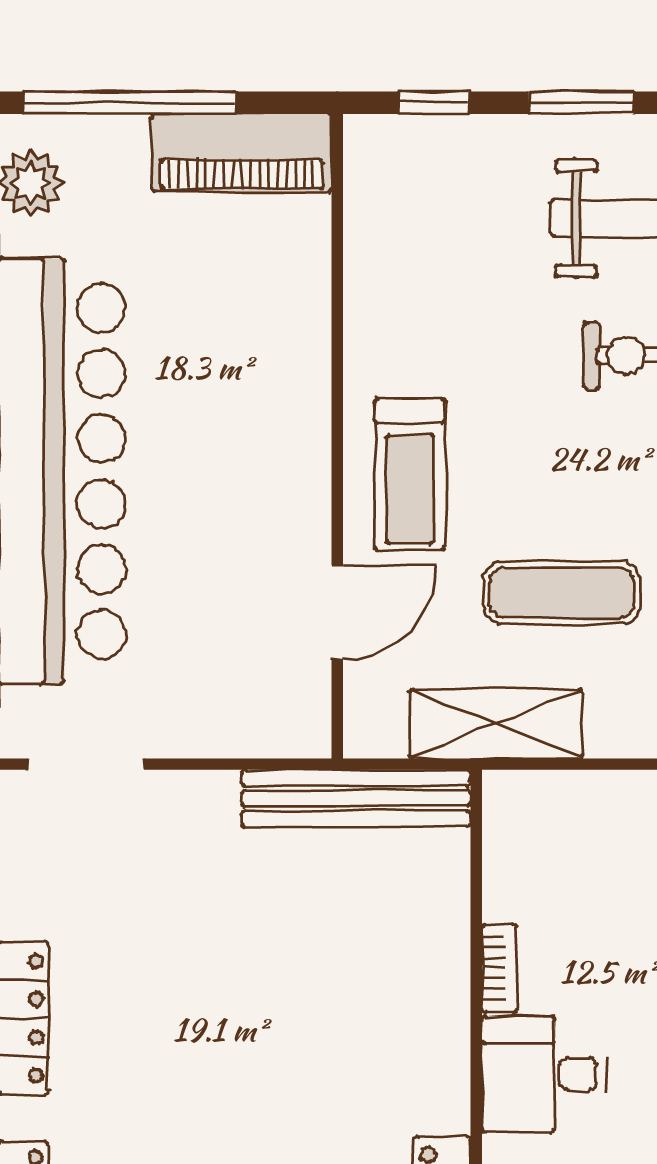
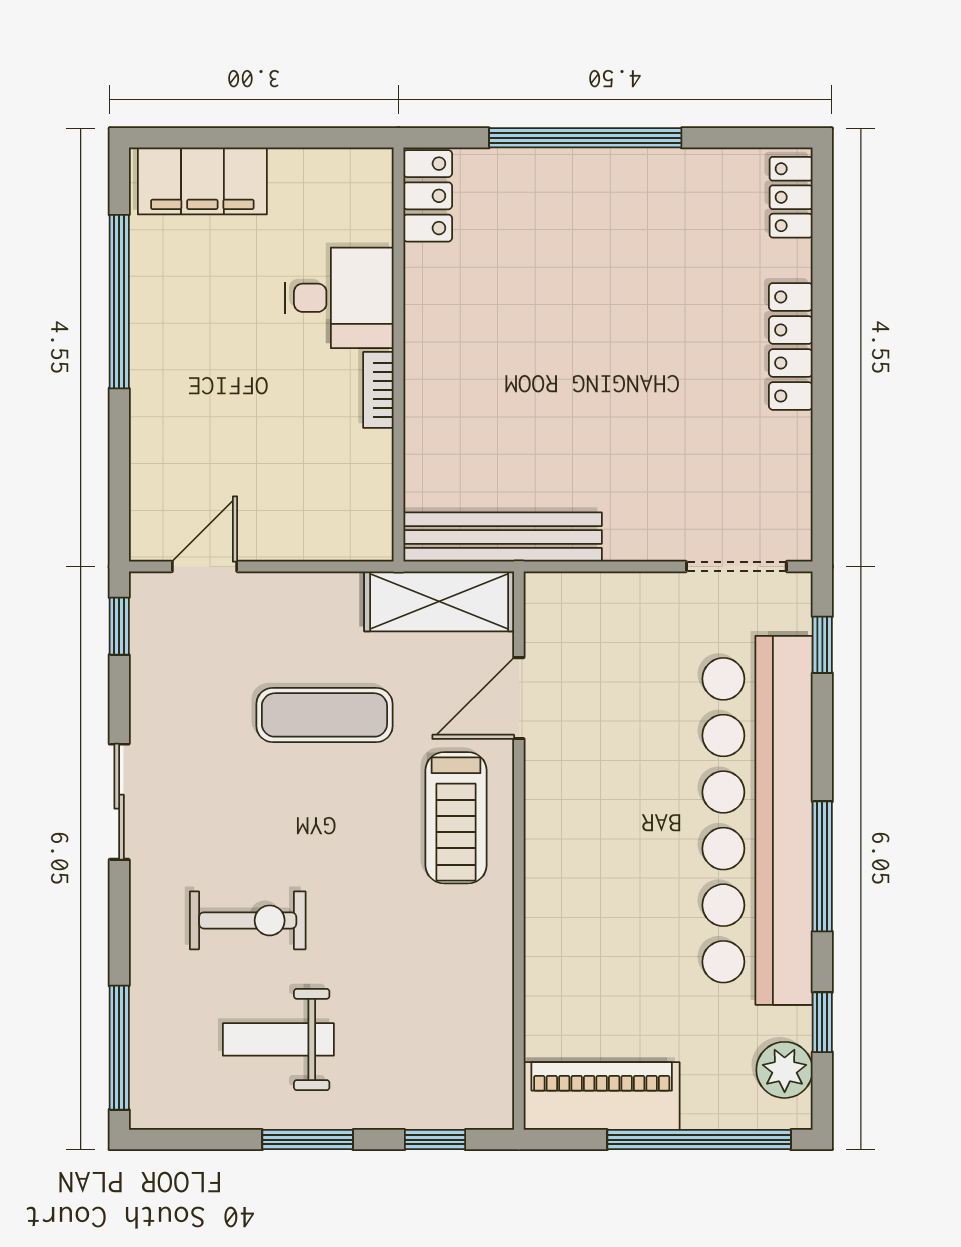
treadmill: (410, 474) -> (456, 818), turned 180
shelving: (496, 724) -> (439, 601), moved

